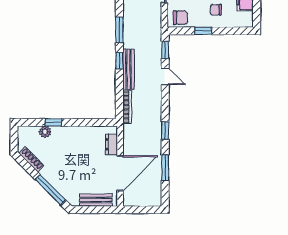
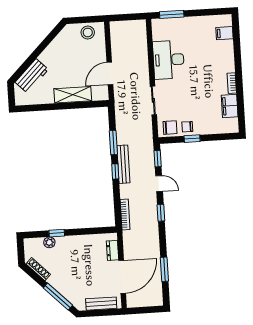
chair: (216, 10) -> (187, 127), moved
bench: (129, 69) -> (123, 164), moved
window: (165, 131) -> (161, 213), moved

